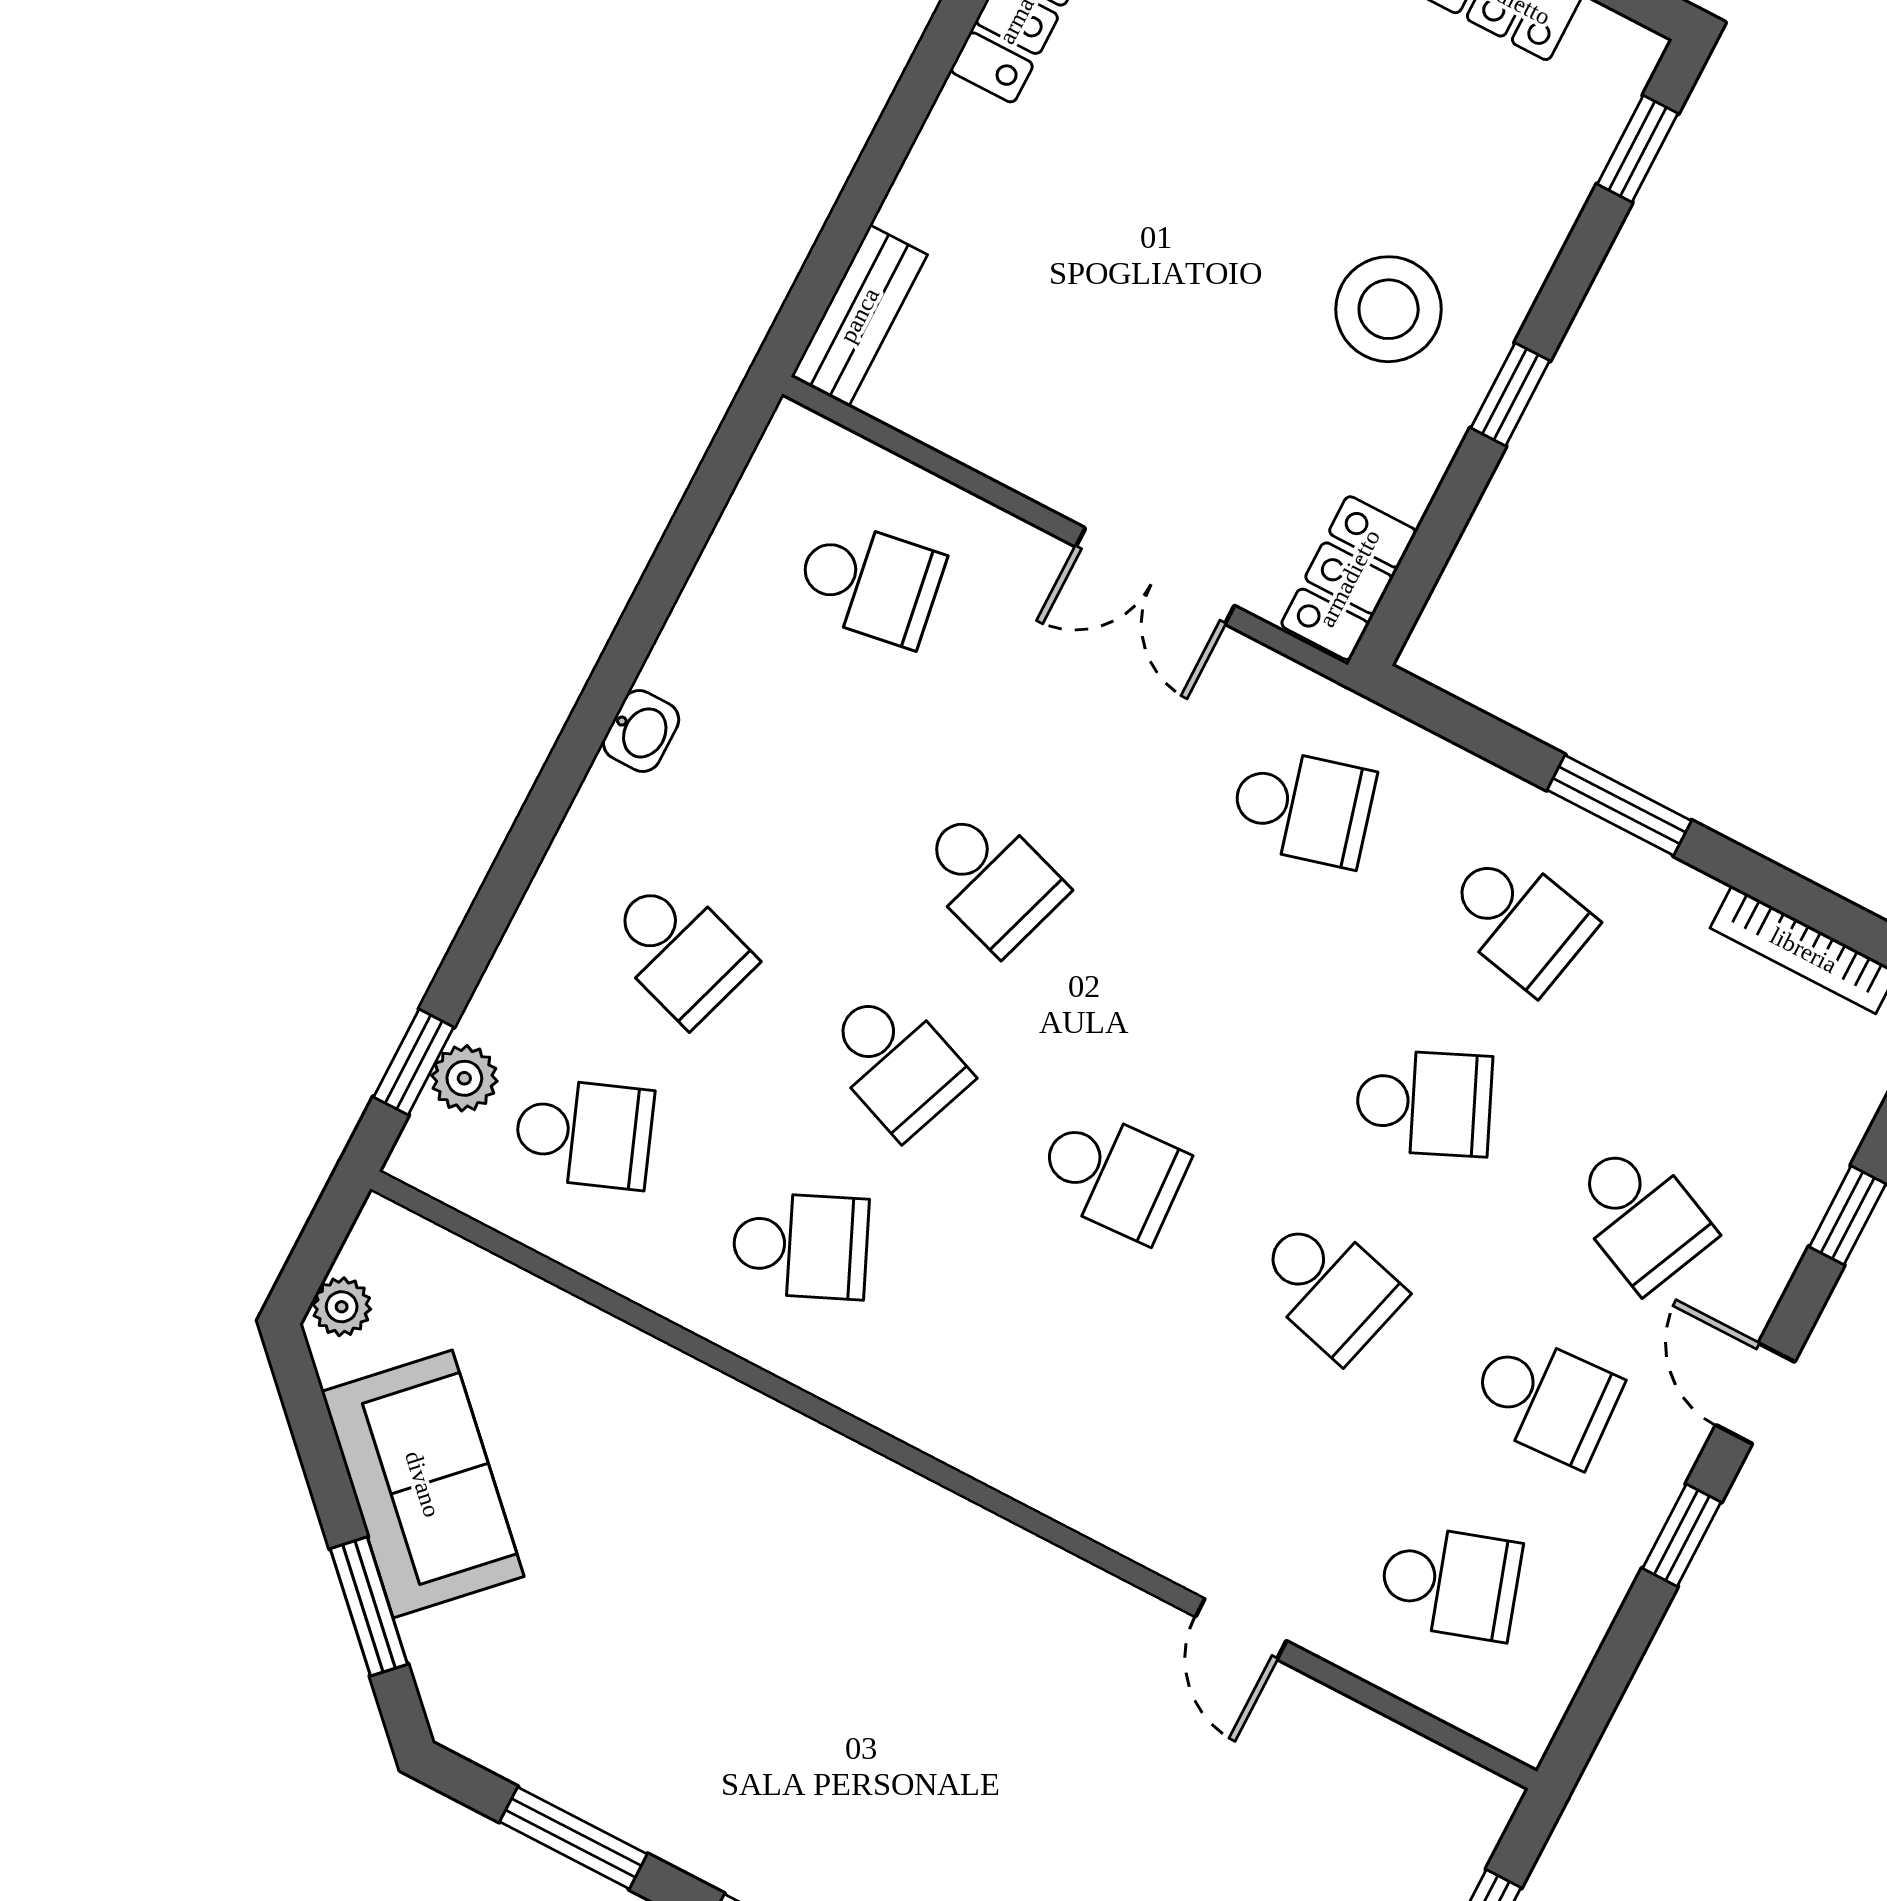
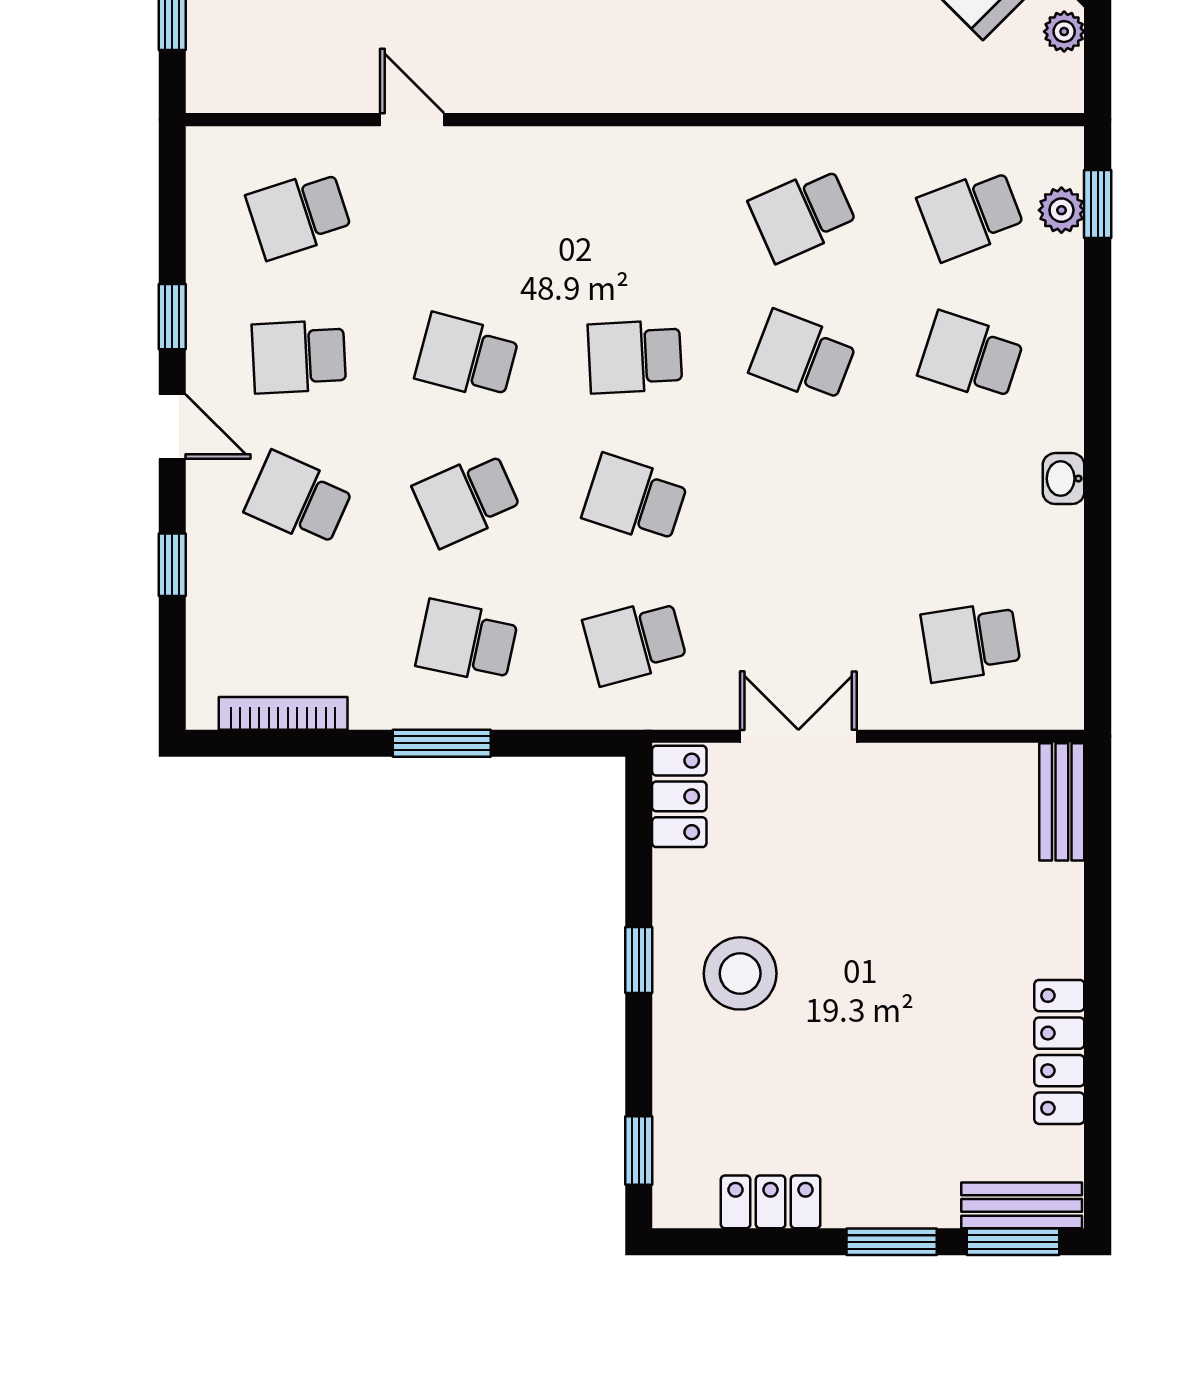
school desk: (991, 879) -> (635, 499), moved

